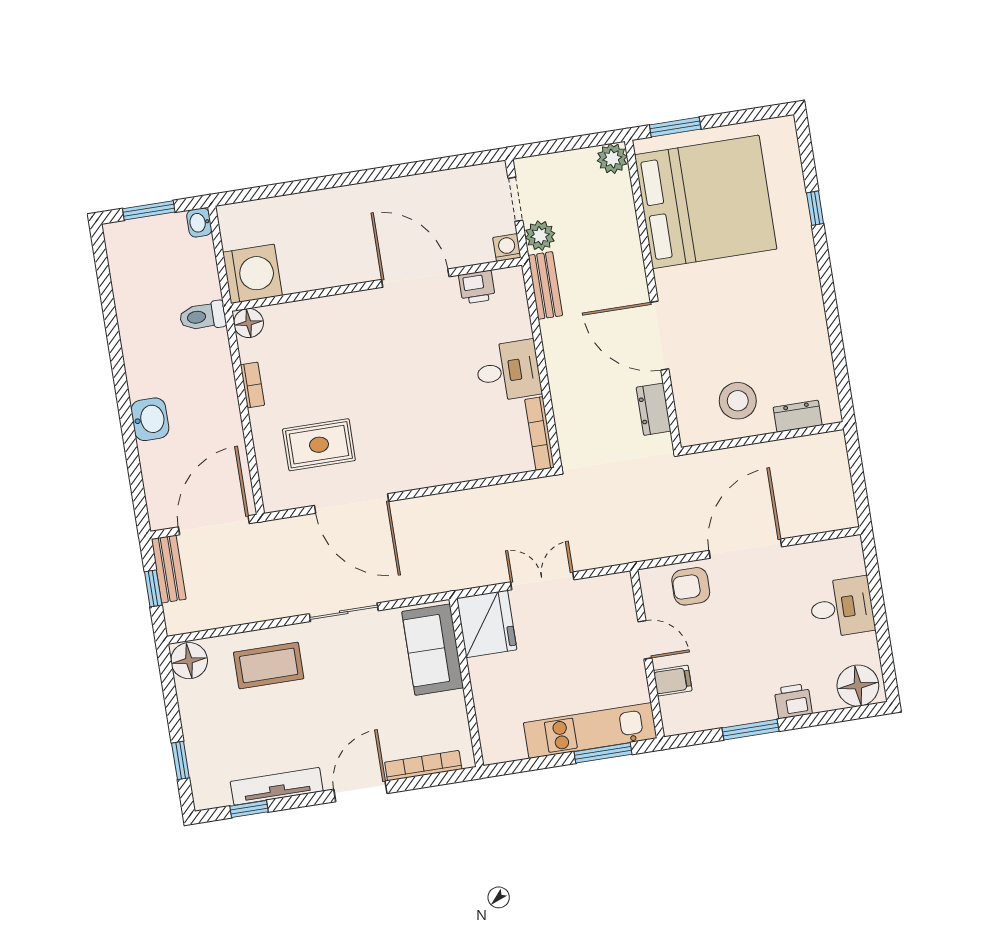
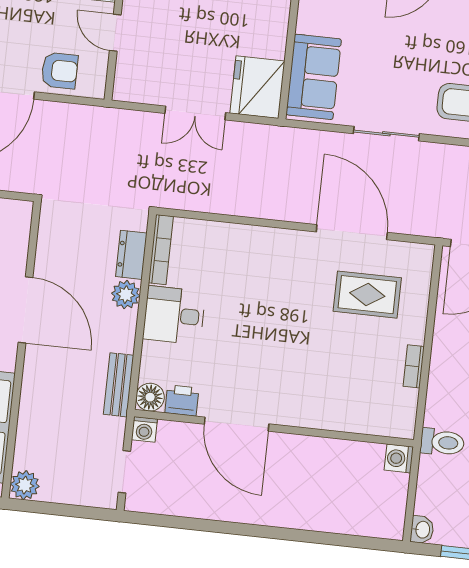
plant: (540, 236) -> (126, 295), moved
washing machine: (252, 274) -> (399, 458), width x0.53, depth x0.53
floor lamp: (249, 323) -> (150, 397), moved
dresser: (654, 409) -> (131, 255), moved, turned 180

